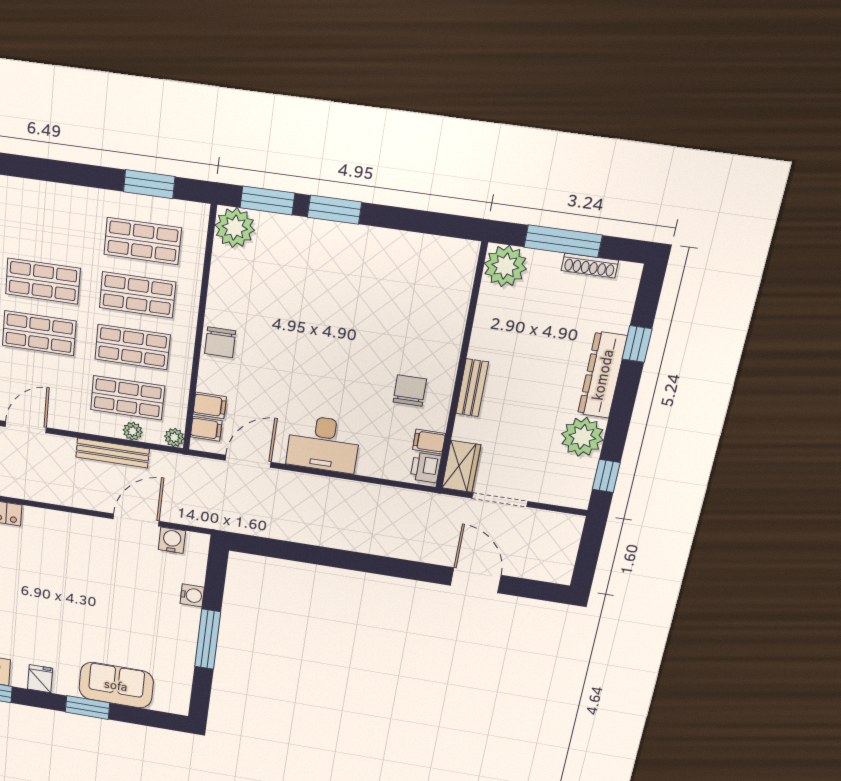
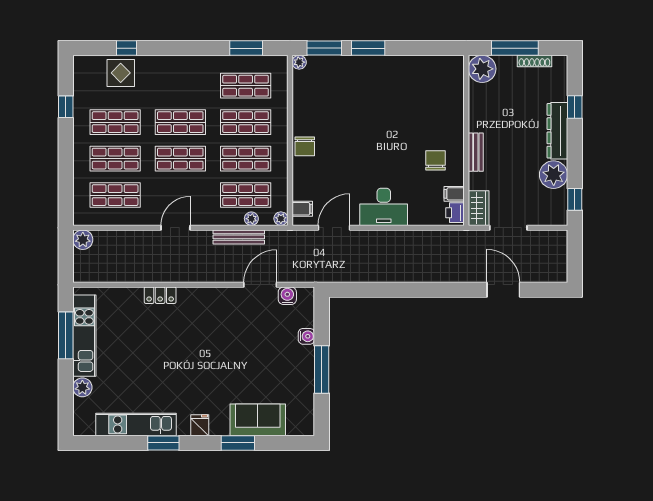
plant: (235, 228) -> (299, 62), width x0.53, depth x0.53
filing cabinet: (210, 405) -> (303, 192), removed

